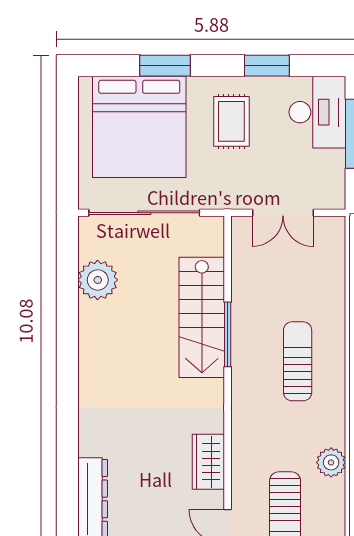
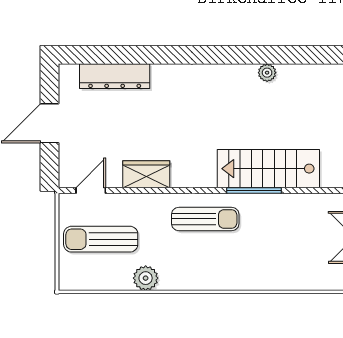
plant: (98, 280) -> (267, 73), moved, width x0.53, depth x0.53
sun lounger: (298, 361) -> (205, 219), moved

